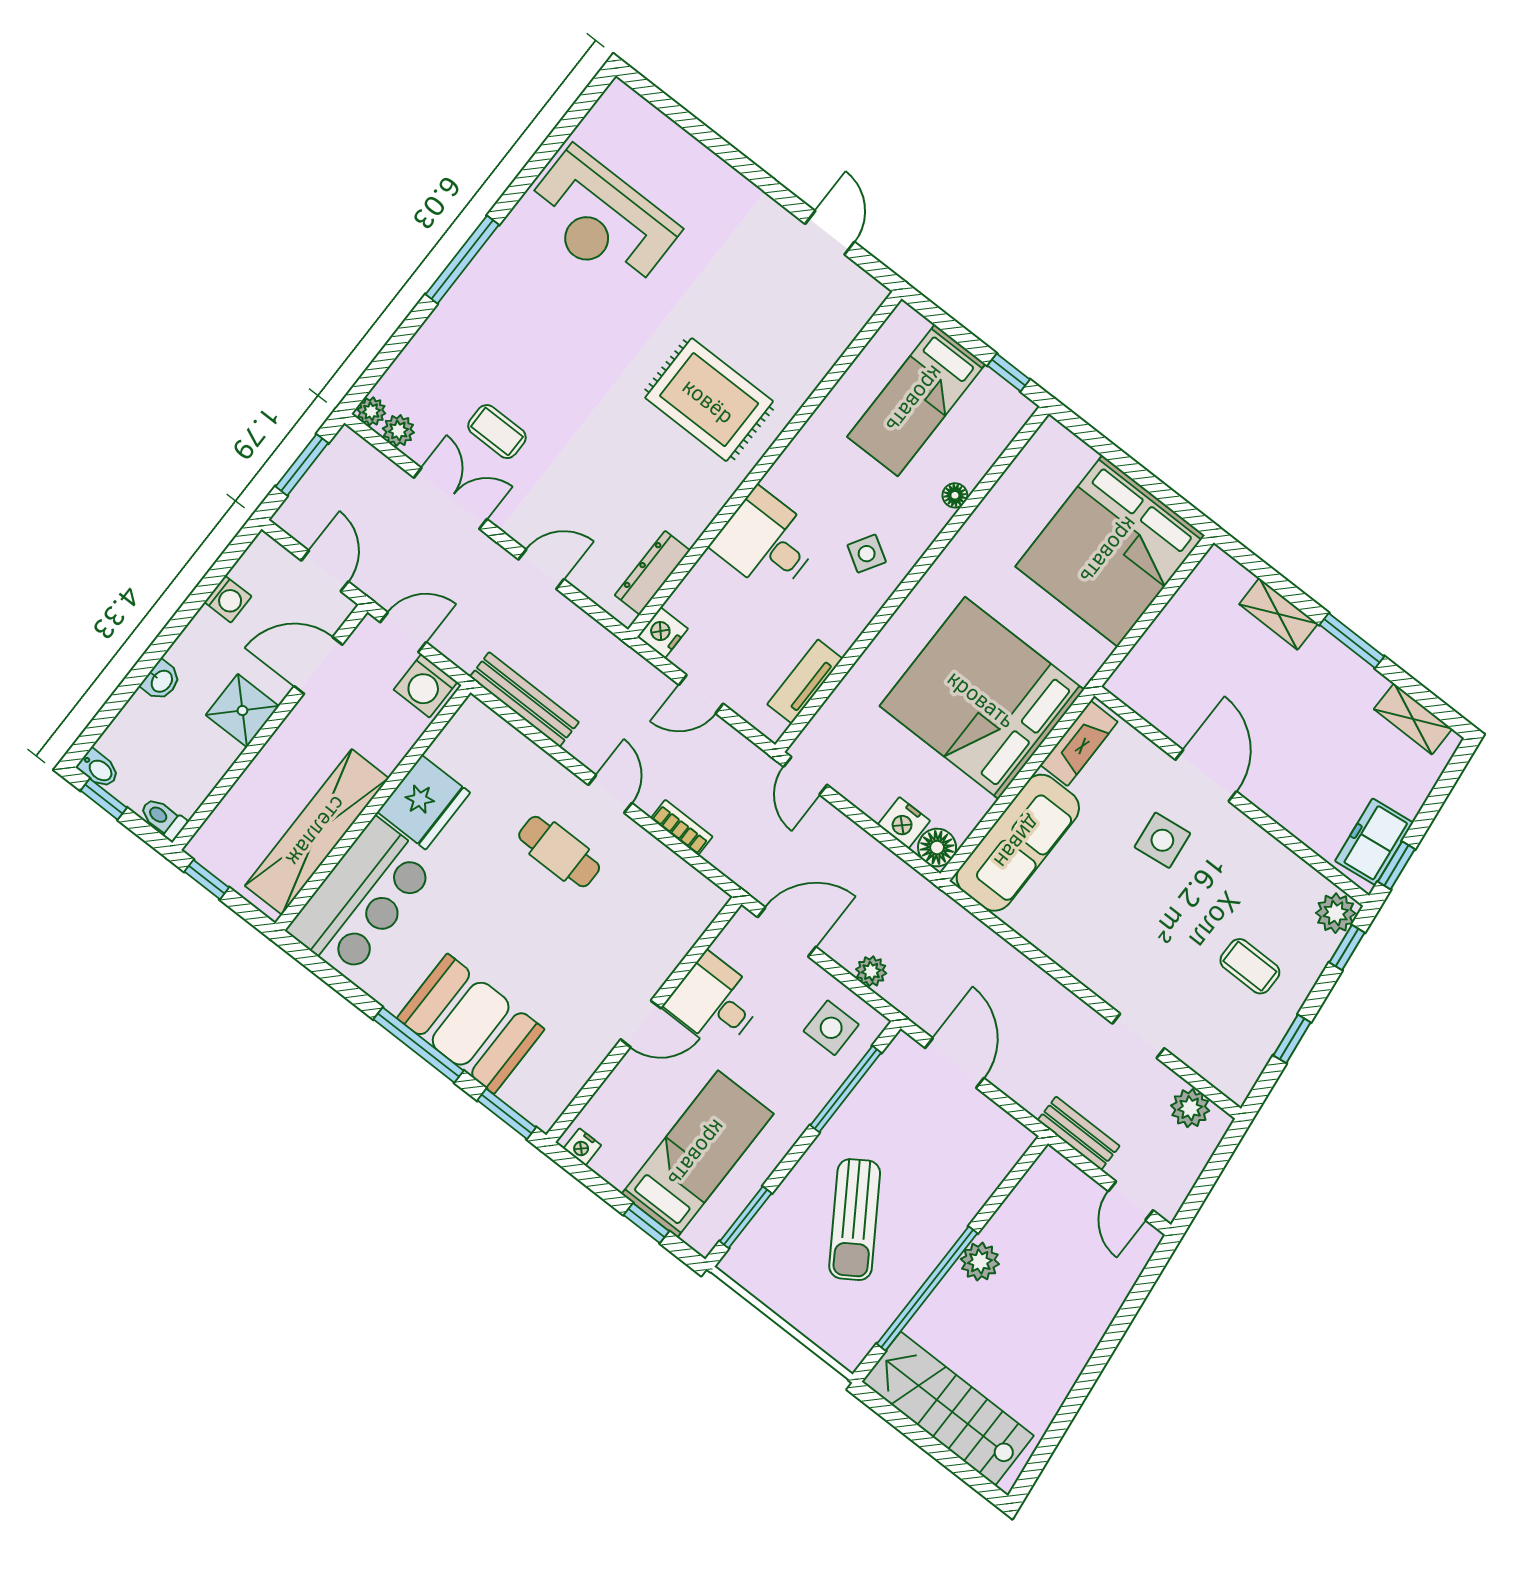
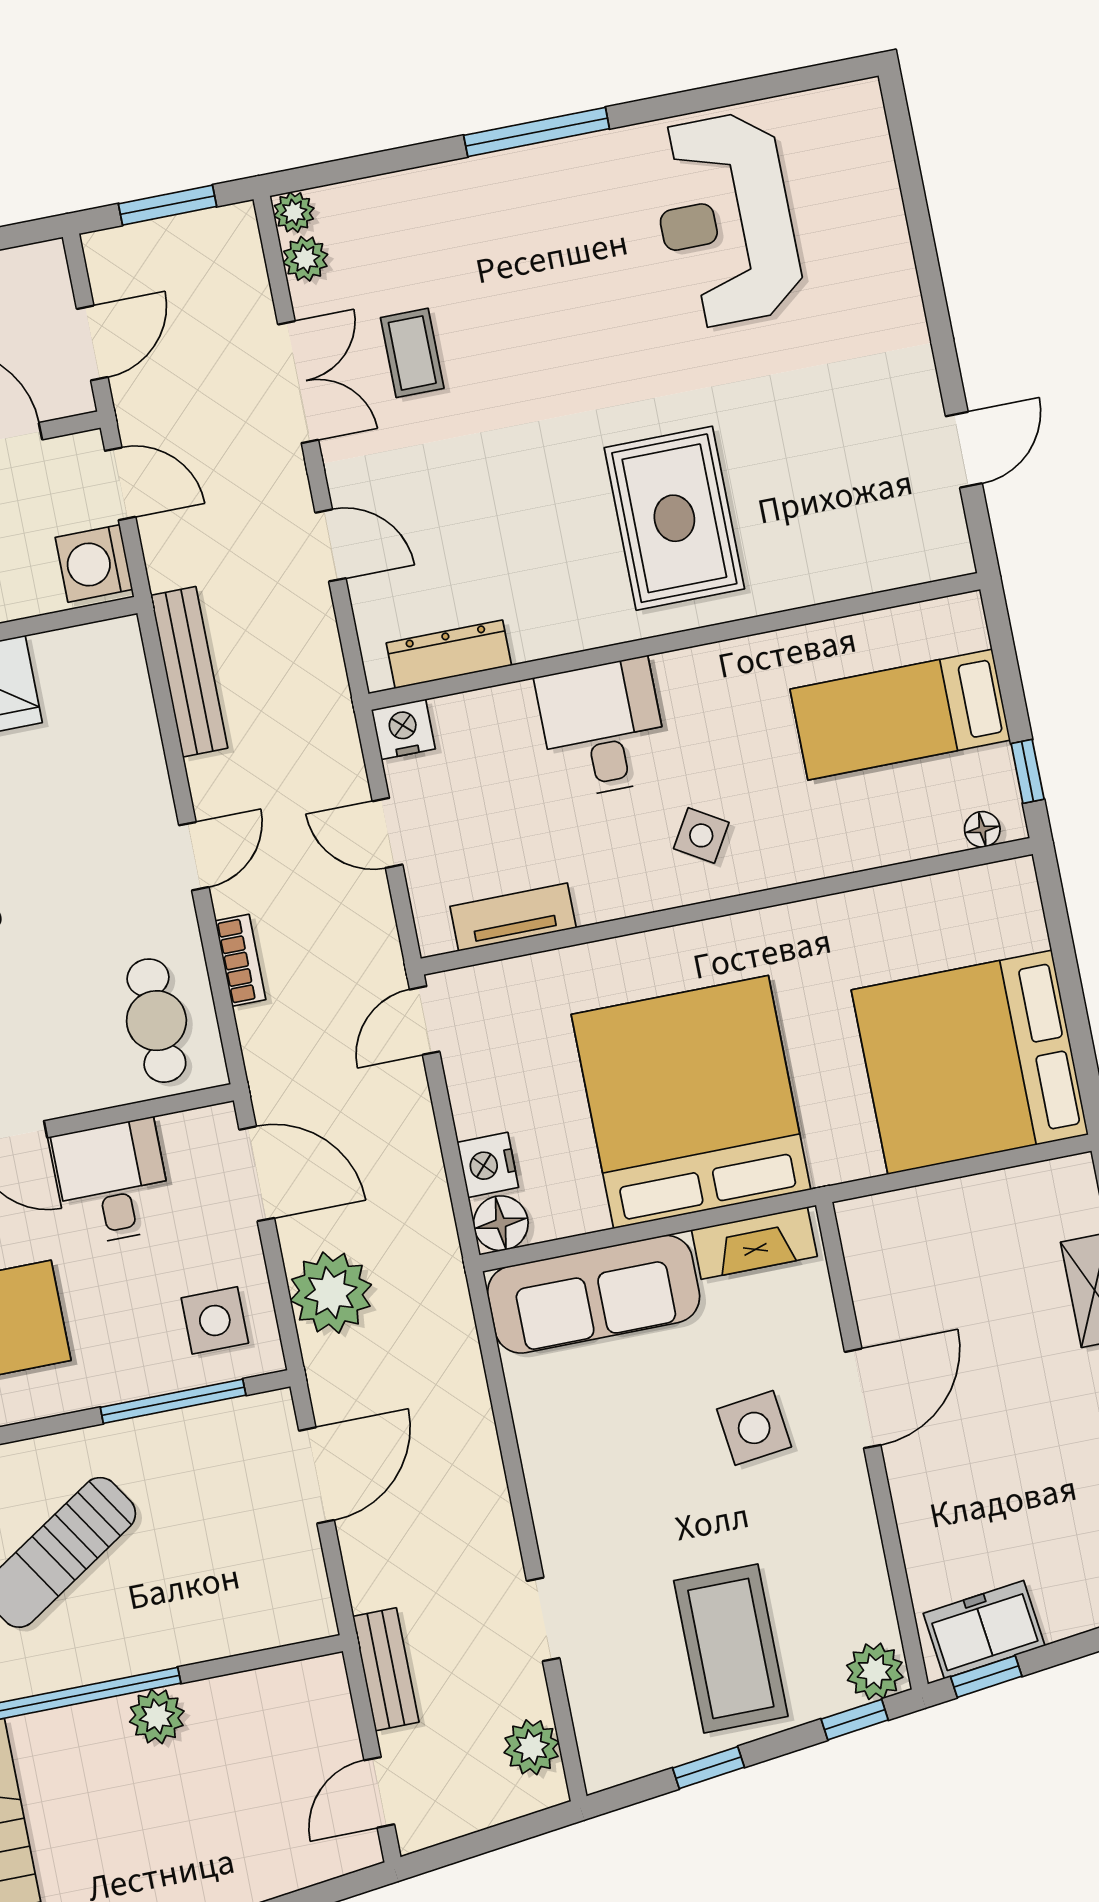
floor lamp: (955, 495) -> (982, 829), moved
cafe table: (559, 852) -> (156, 1021), moved
coffee table: (1250, 966) -> (731, 1648), width x1.86, depth x1.72
plant: (871, 971) -> (331, 1293), width x1.87, depth x1.87

